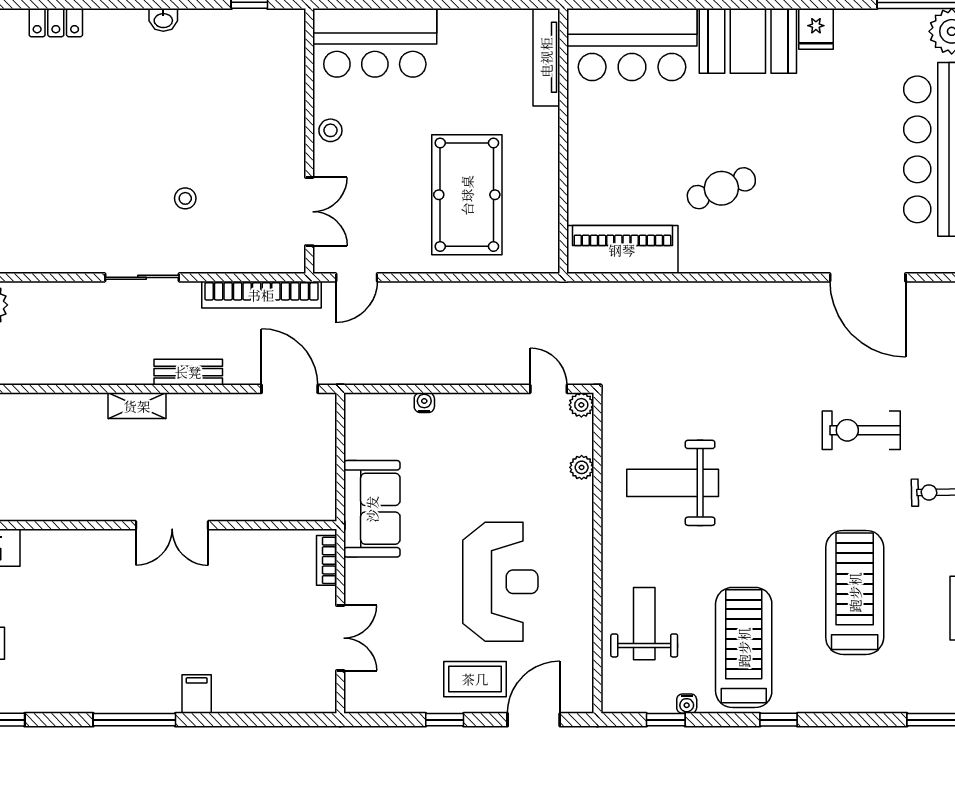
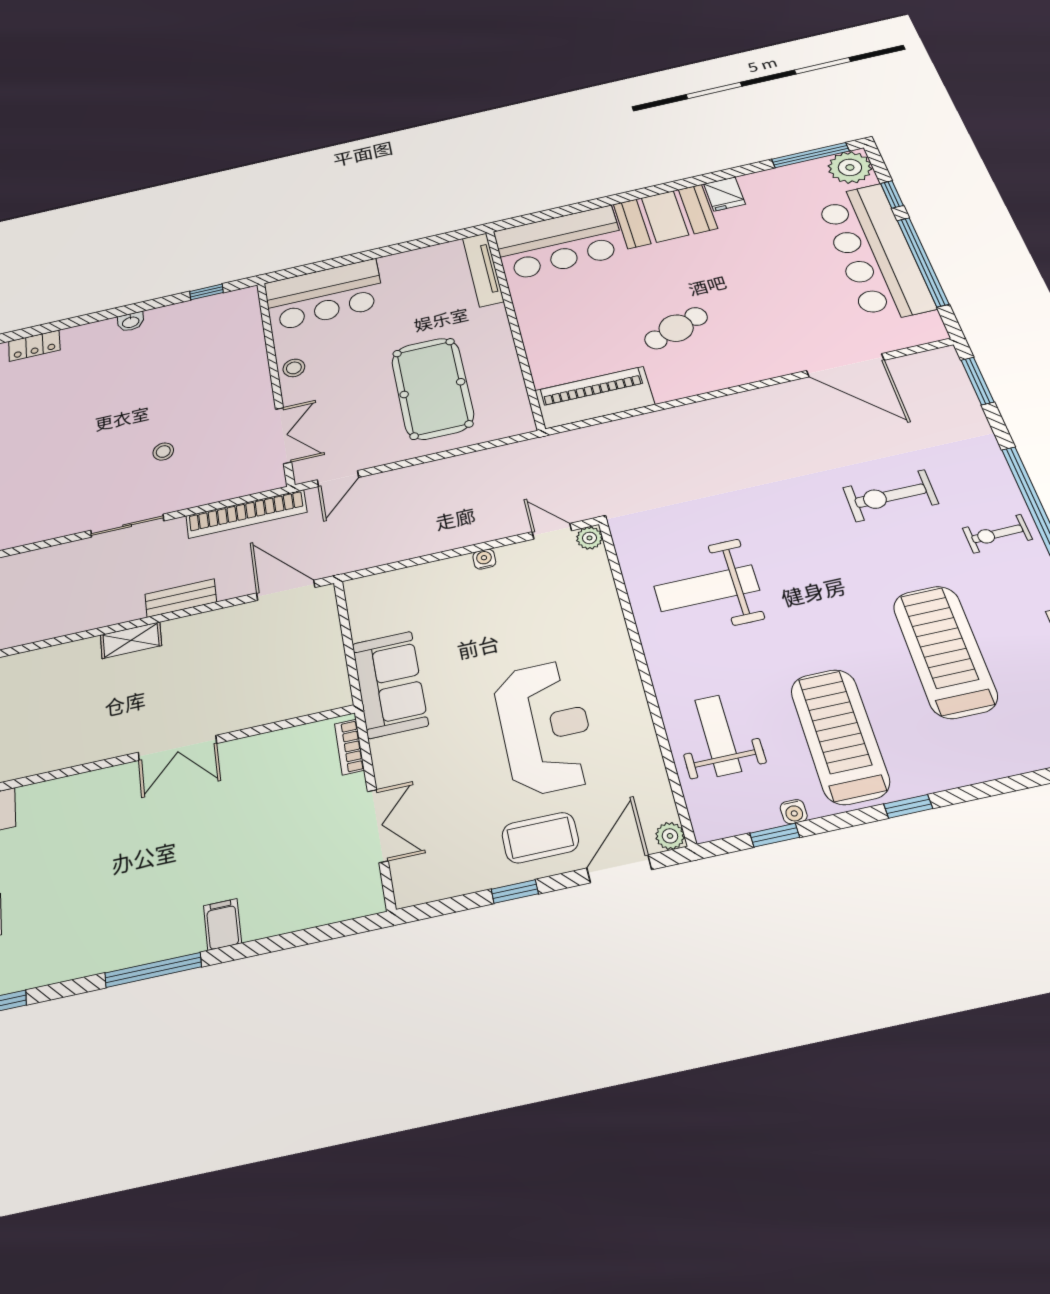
water cooler: (424, 403) -> (484, 559), moved
plant: (582, 467) -> (670, 836), moved

